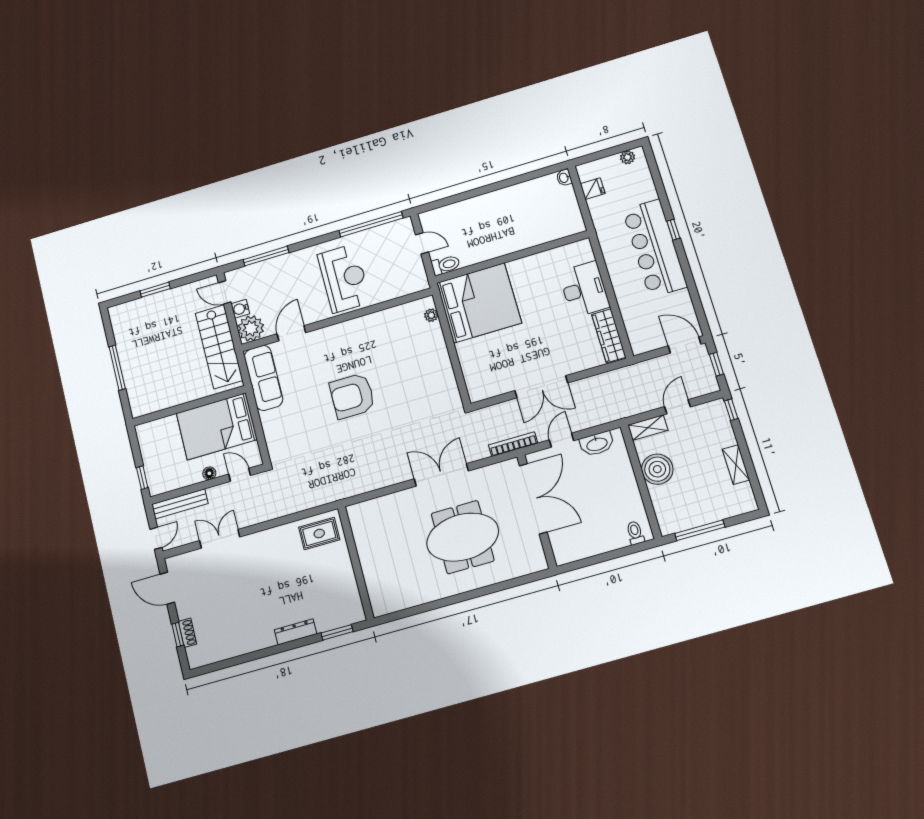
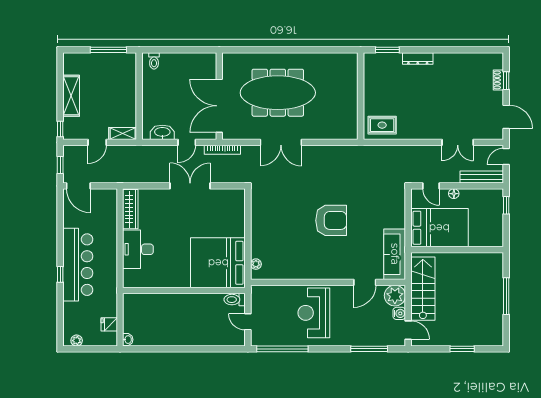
shelving: (736, 465) -> (71, 96), width x1.50, depth x1.33
boiler: (657, 469) -> (125, 102), removed
meeting table: (463, 537) -> (278, 93), width x1.36

